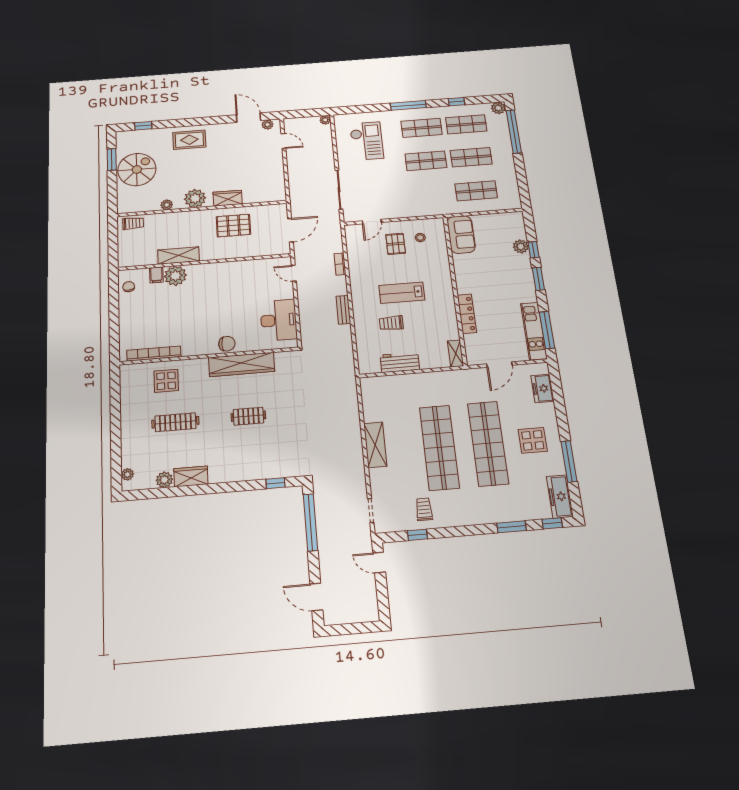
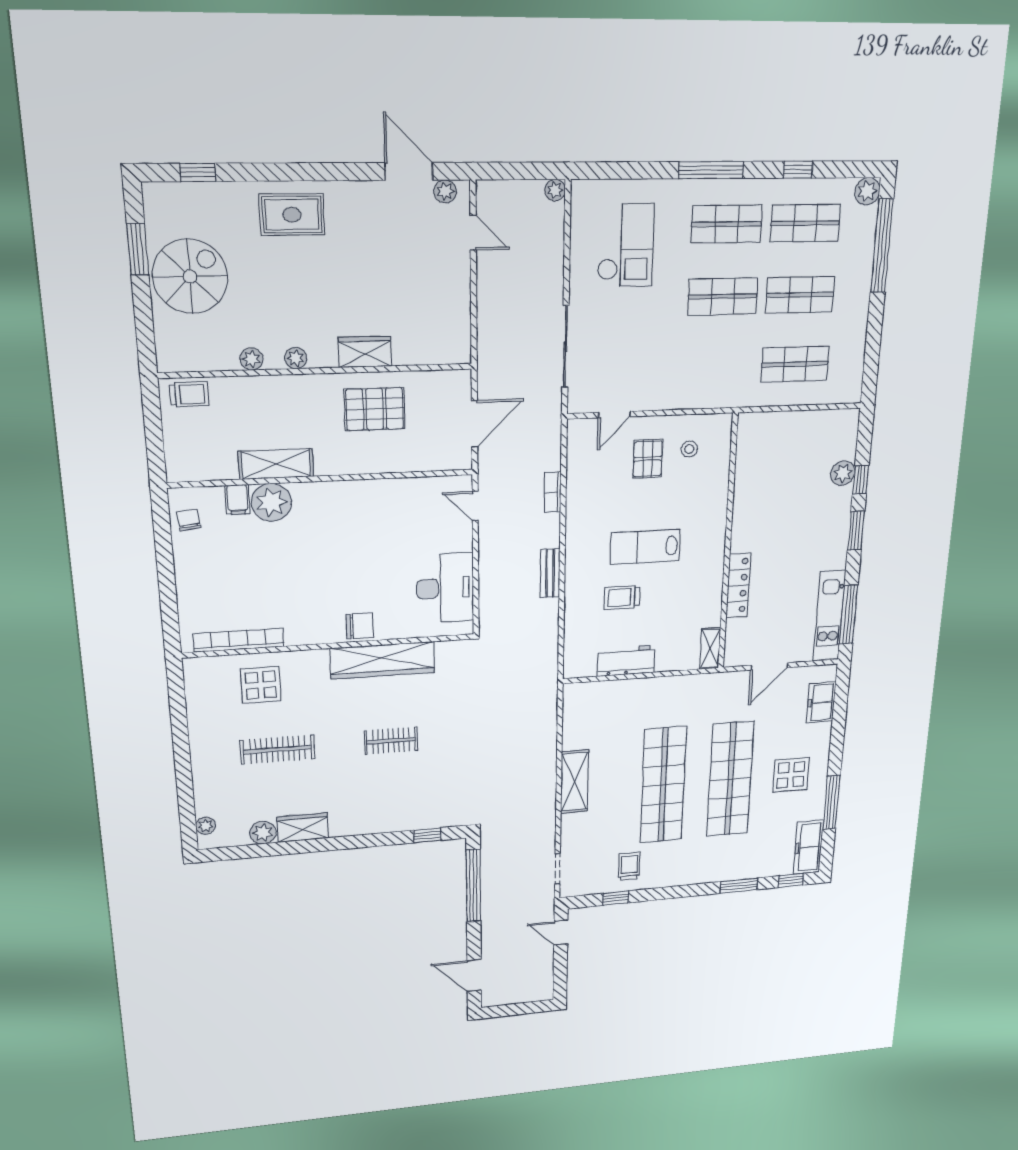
plant: (195, 198) -> (296, 358), width x0.53, depth x0.53
sofa: (461, 234) -> (755, 447), removed

